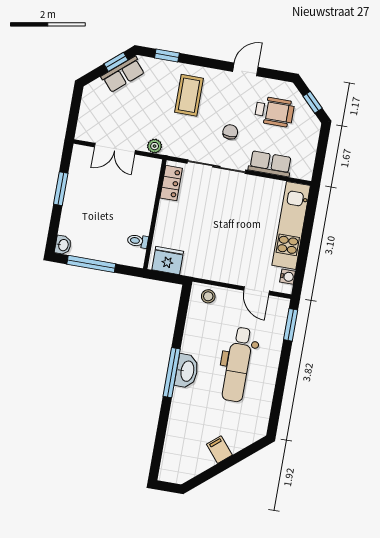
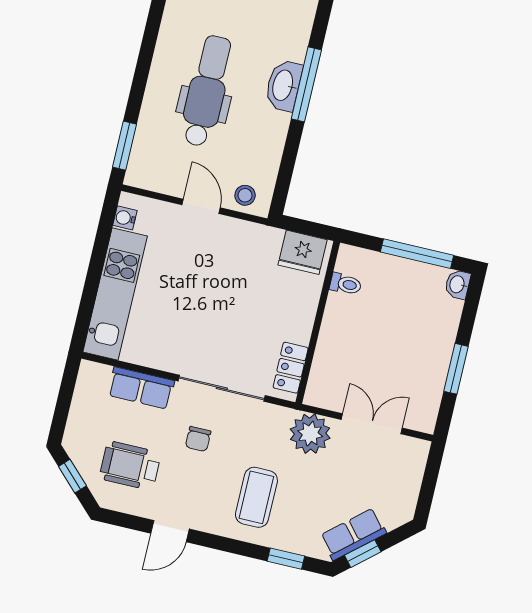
plant: (155, 146) -> (310, 434), width x1.87, depth x1.87
door: (257, 291) -> (201, 206), moved

